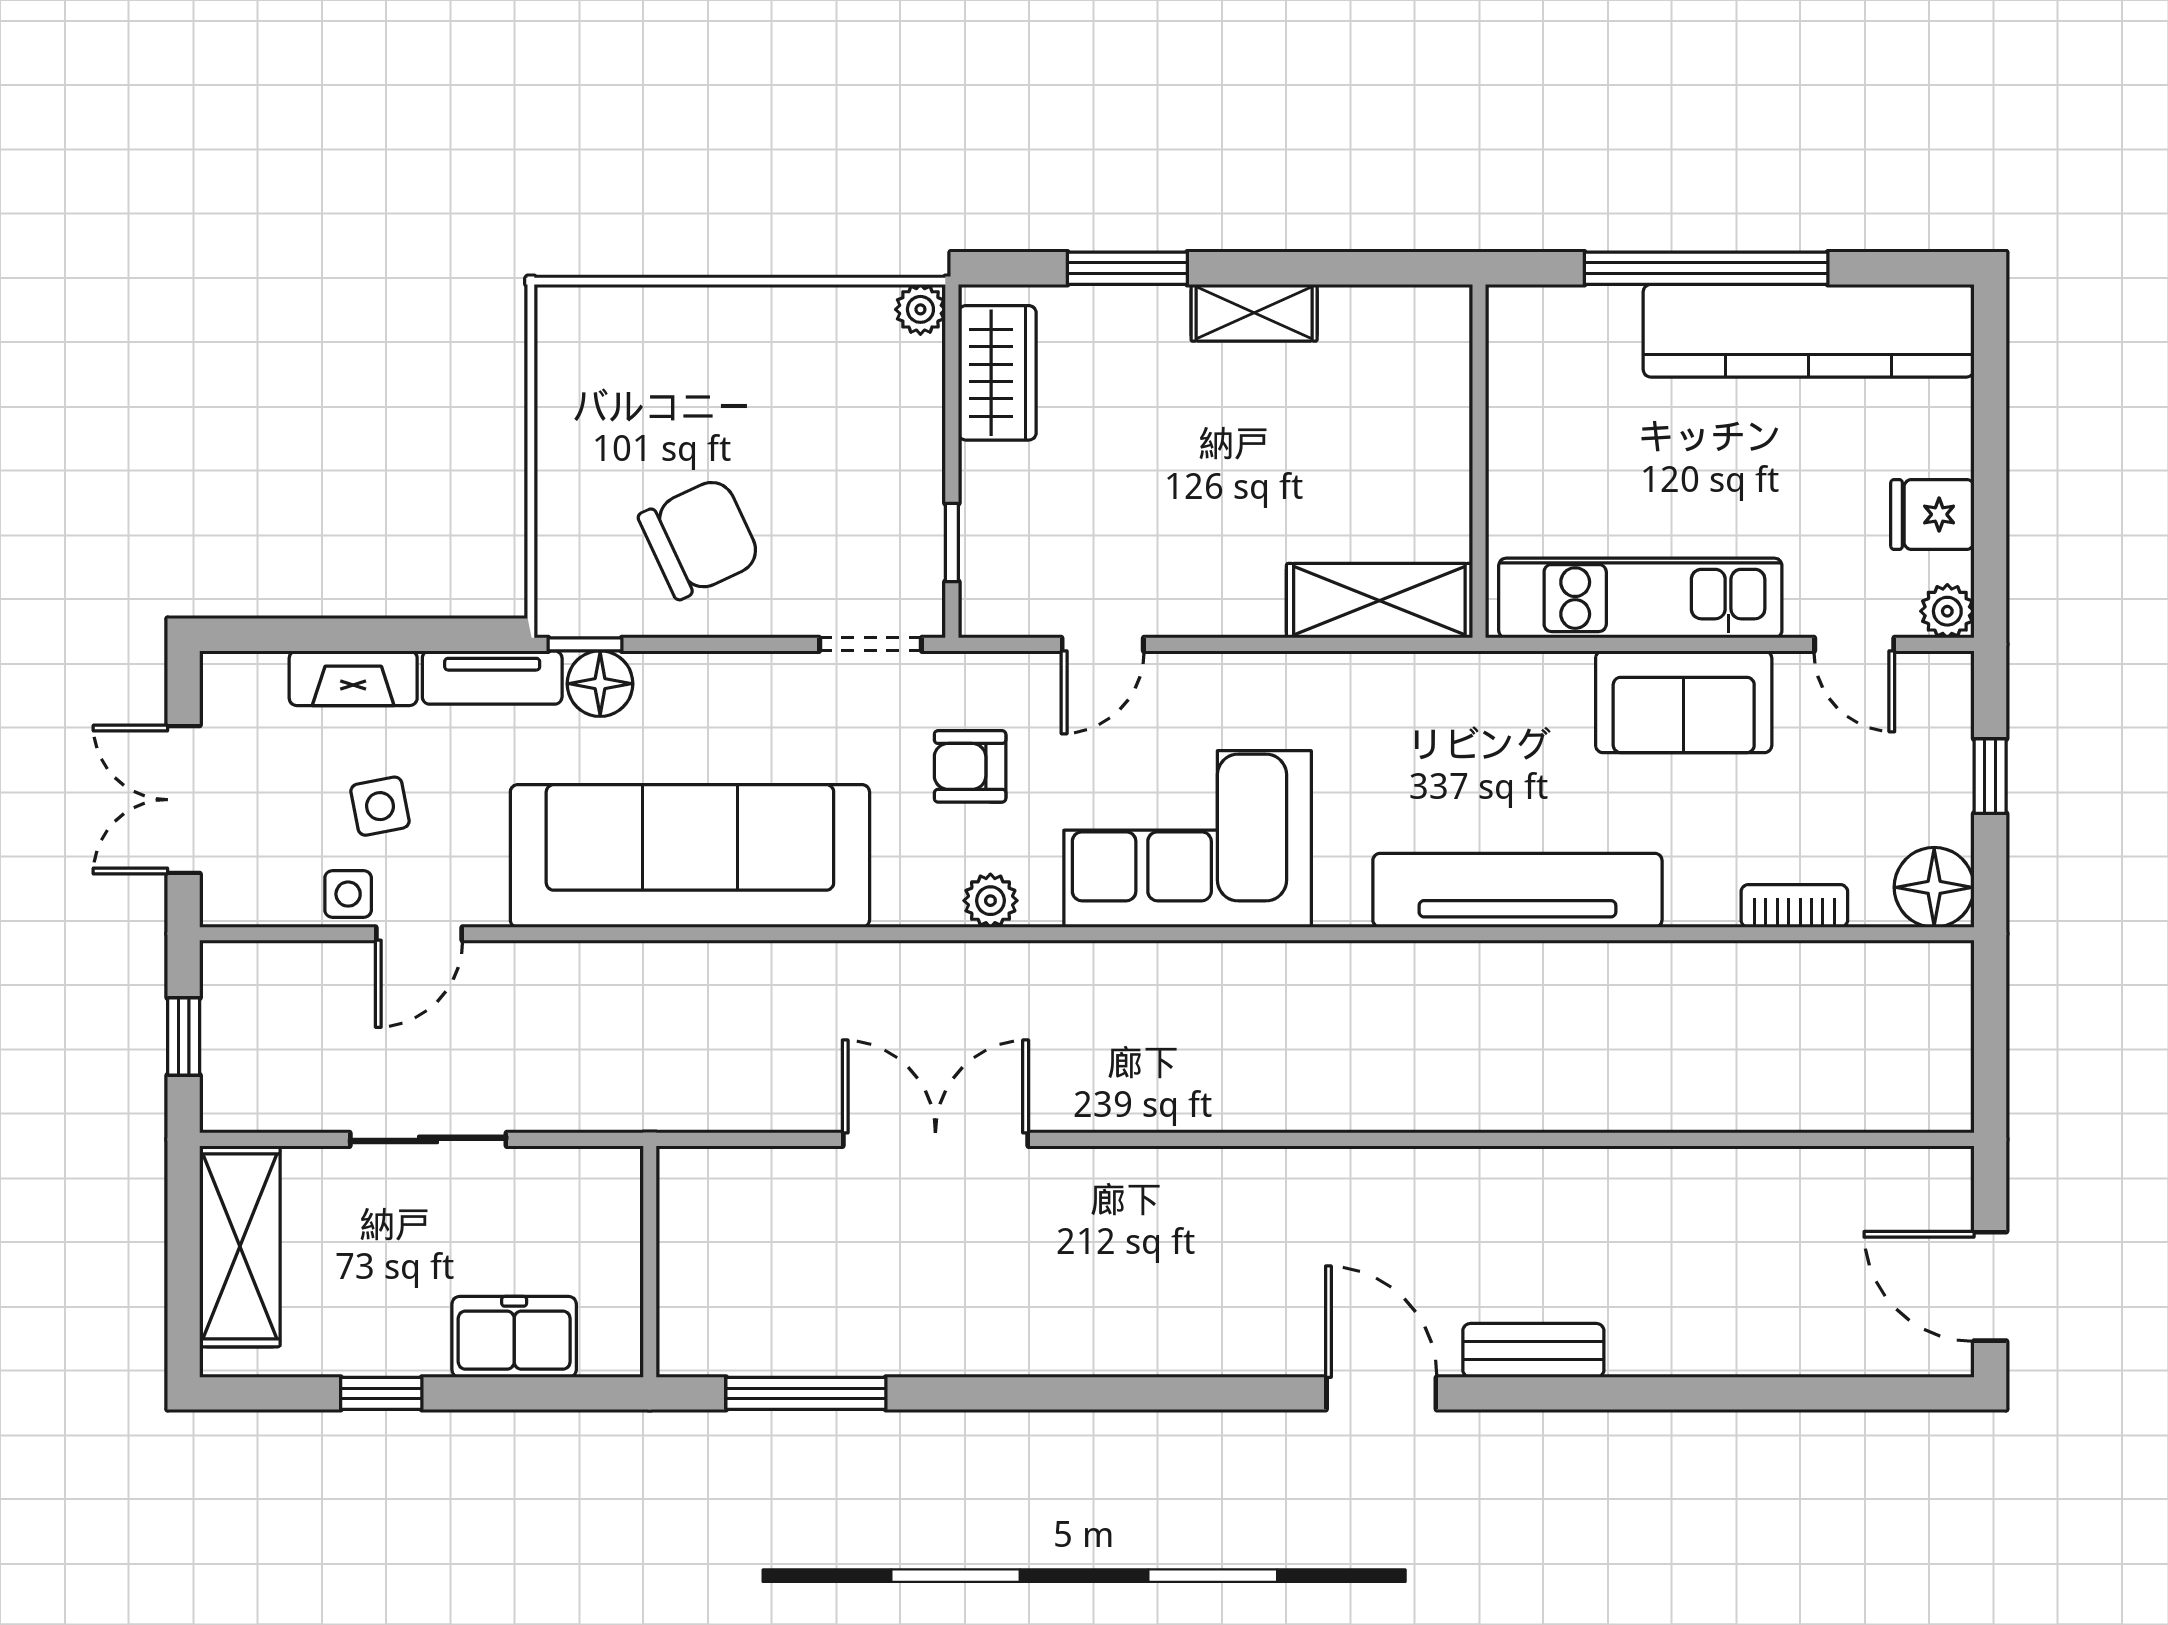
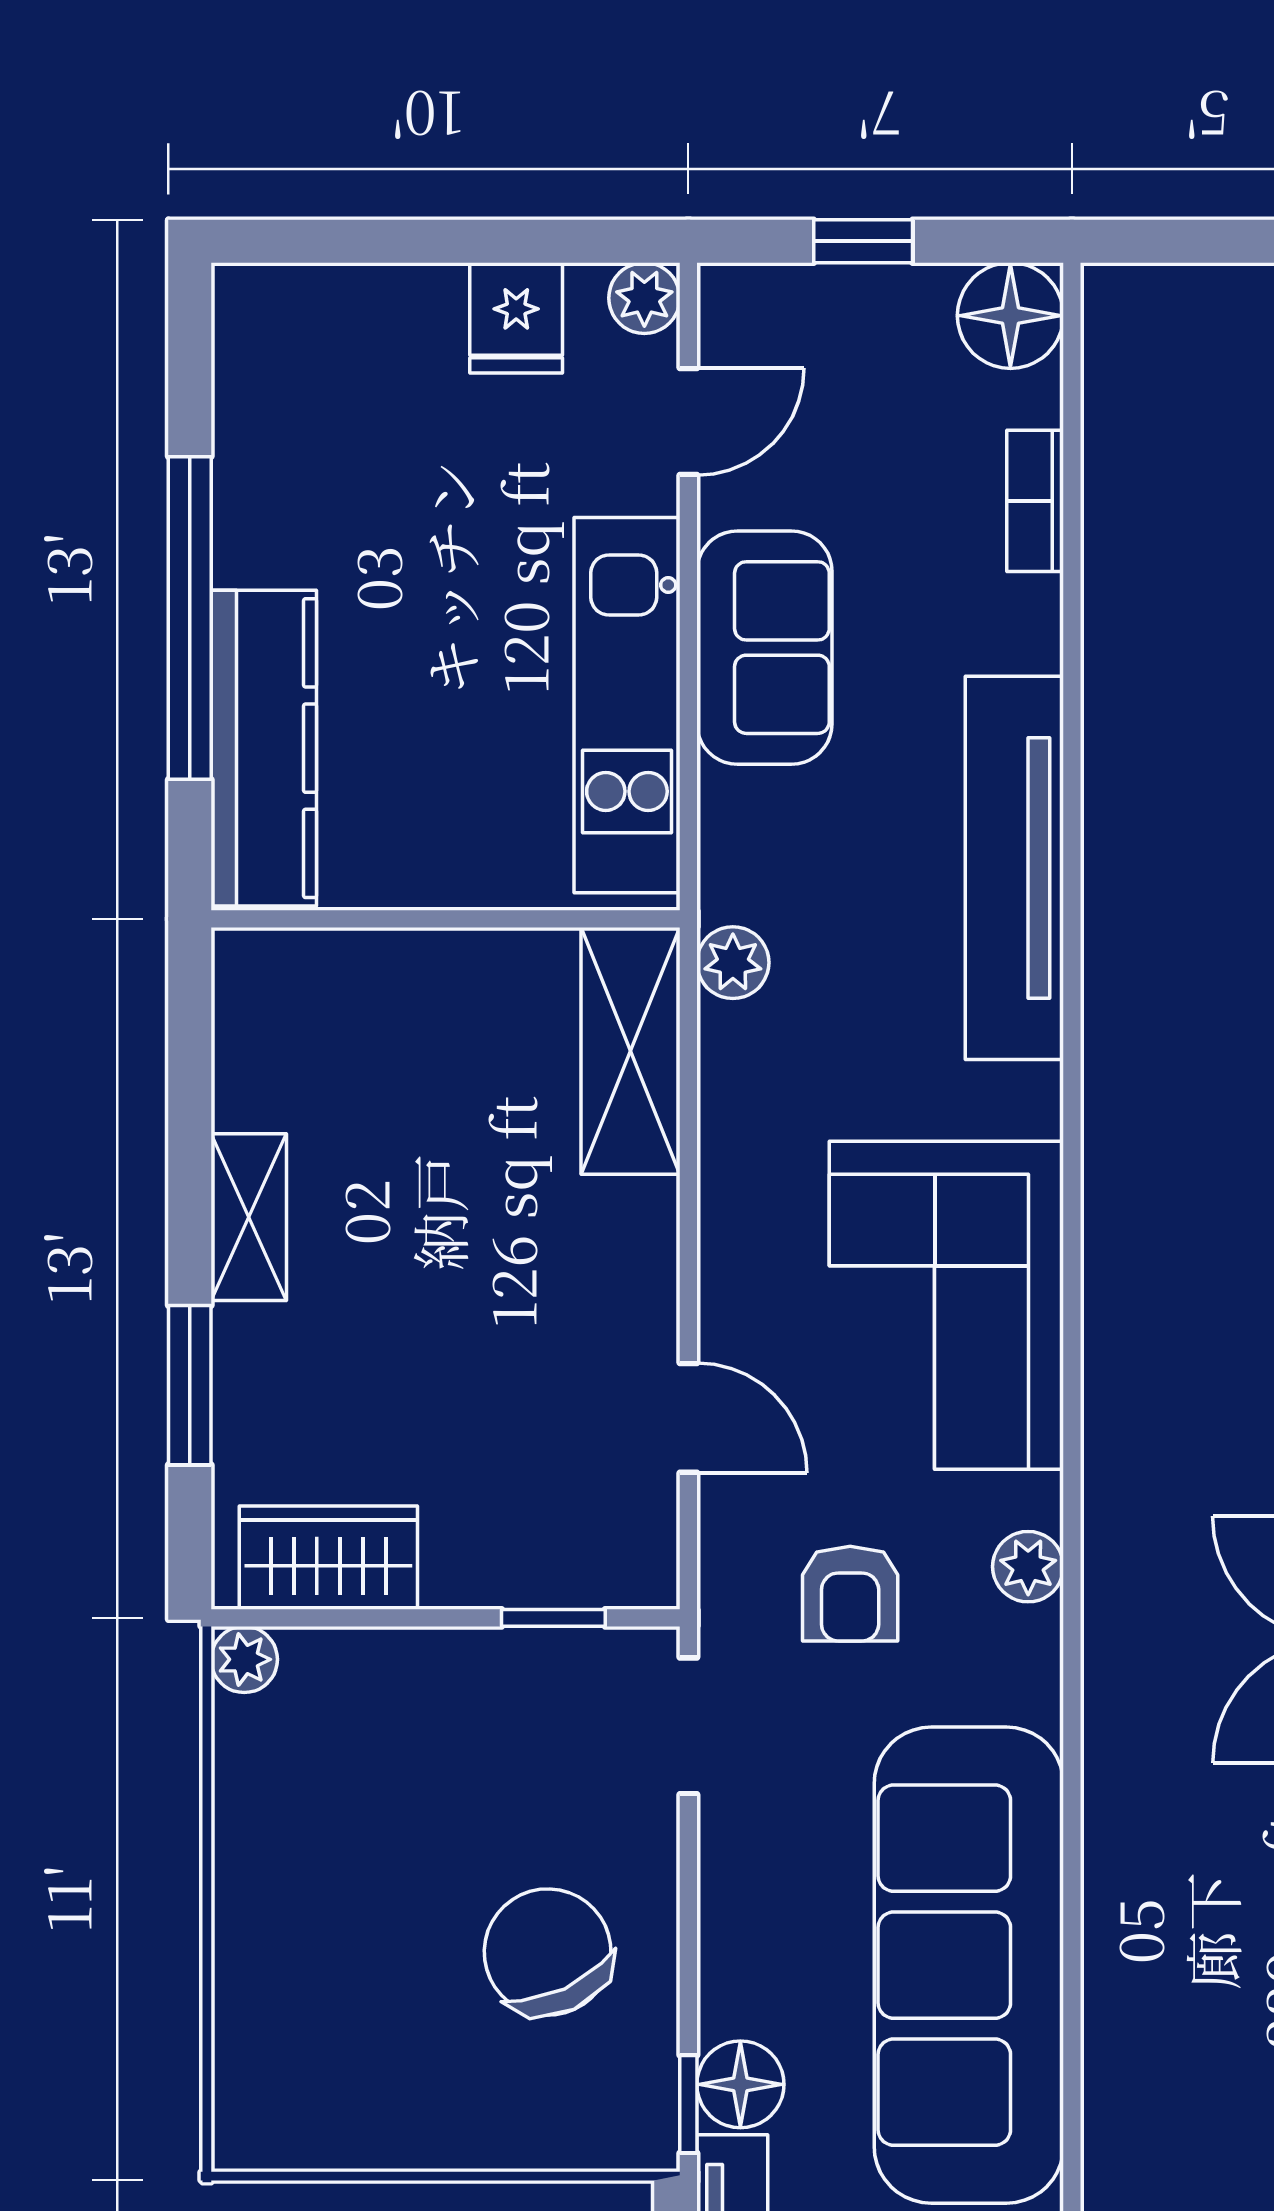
kitchen counter: (1809, 331) -> (264, 748), moved, width x0.72, depth x0.86
plant: (1446, 678) -> (733, 963), added

